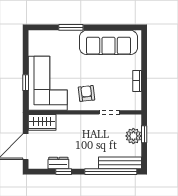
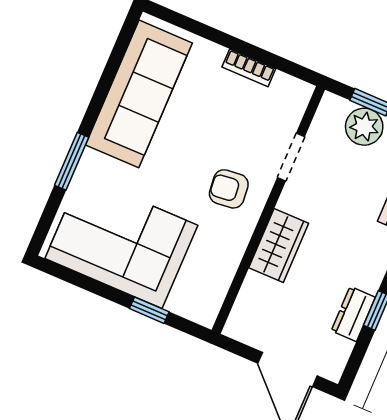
corner sofa: (48, 83) -> (121, 242), moved
wardrobe: (42, 122) -> (279, 245), moved

